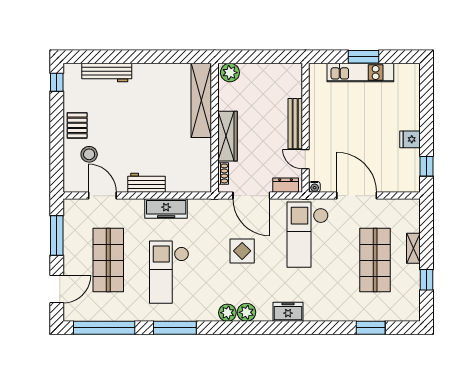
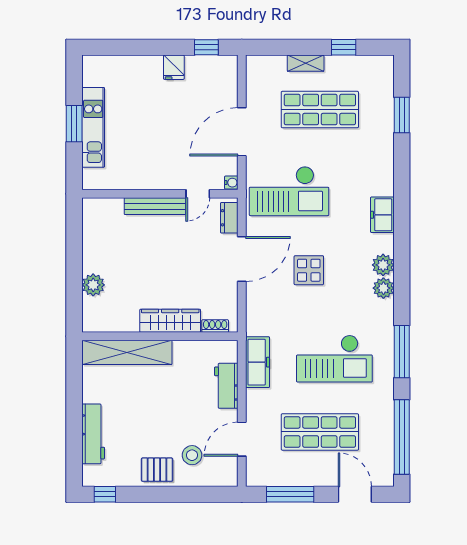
shelving: (201, 100) -> (127, 352), moved
wall: (215, 128) -> (160, 336), moved
wardrobe: (227, 136) -> (170, 321), moved
shoe rack: (223, 173) -> (215, 326), moved

